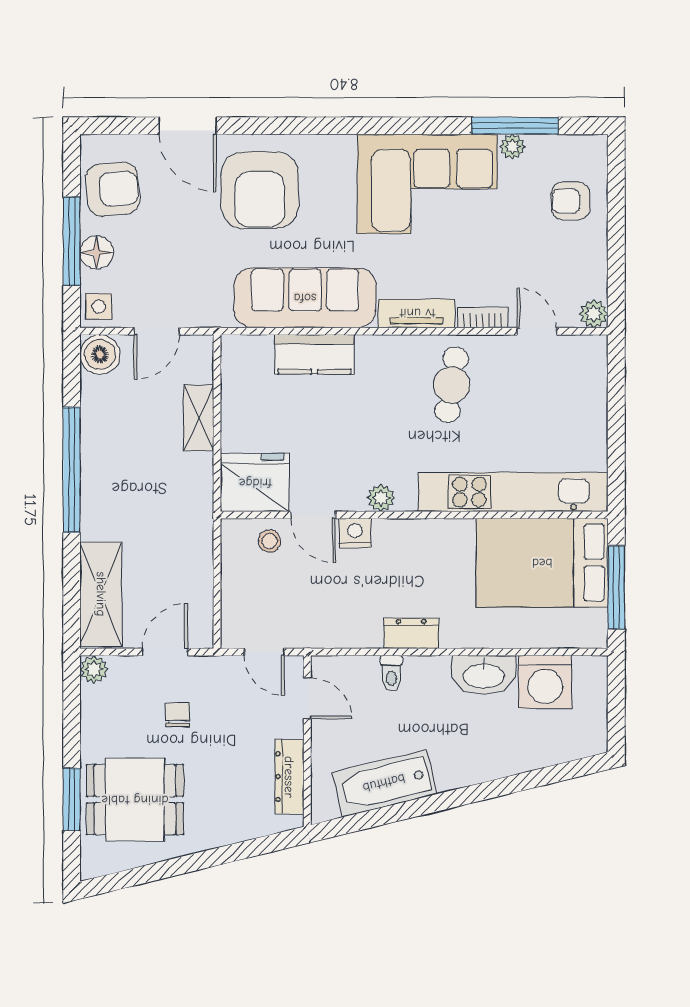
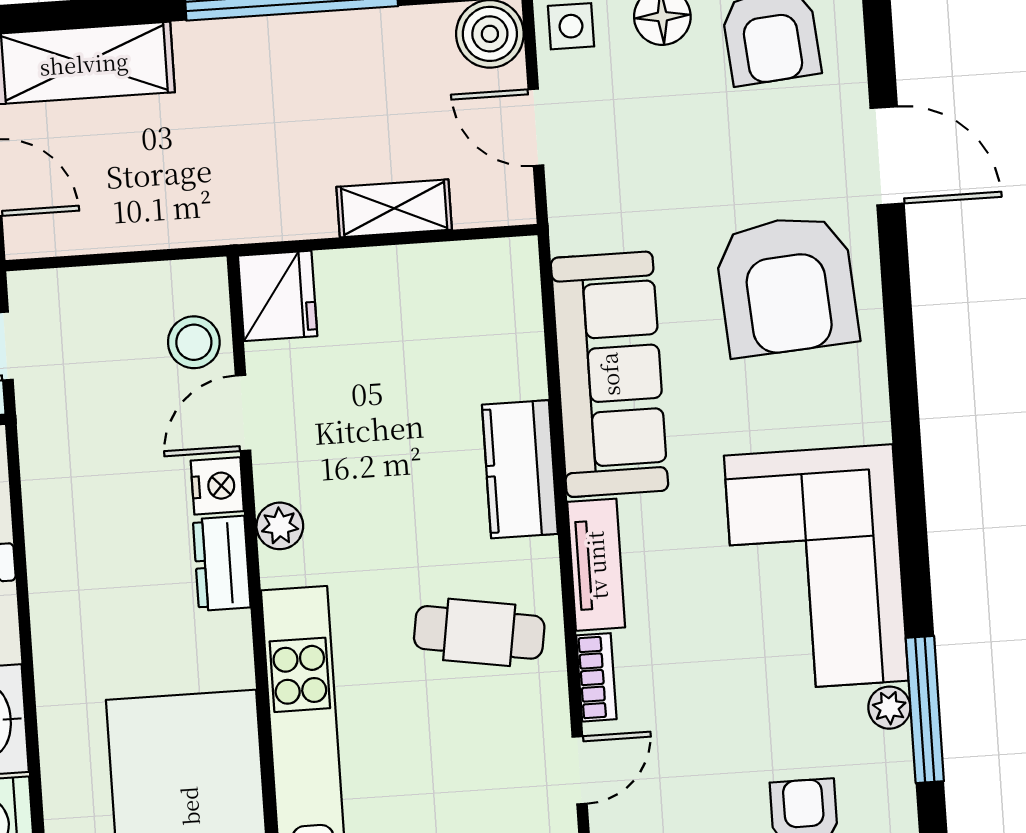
door: (188, 126) -> (887, 156), swing flipped
armchair: (260, 190) -> (787, 285), turned -94
kitchen counter: (314, 354) -> (520, 469), moved
fridge: (255, 483) -> (278, 296), width x0.73, depth x0.75
stool: (269, 541) -> (194, 342), width x1.37, depth x1.37
dresser: (411, 633) -> (222, 563), moved, turned 180

